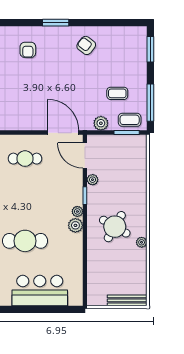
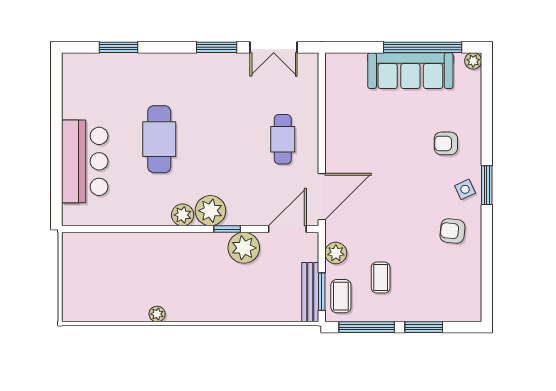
side table: (58, 37) -> (465, 189), added
armchair: (86, 45) -> (452, 231), turned -122
window: (150, 49) -> (424, 327), moved
plant: (93, 180) -> (244, 248), width x1.88, depth x1.88
plant: (77, 211) -> (210, 211), width x1.88, depth x1.88
round table: (115, 227) -> (181, 274), removed
bench: (127, 300) -> (310, 292), moved

